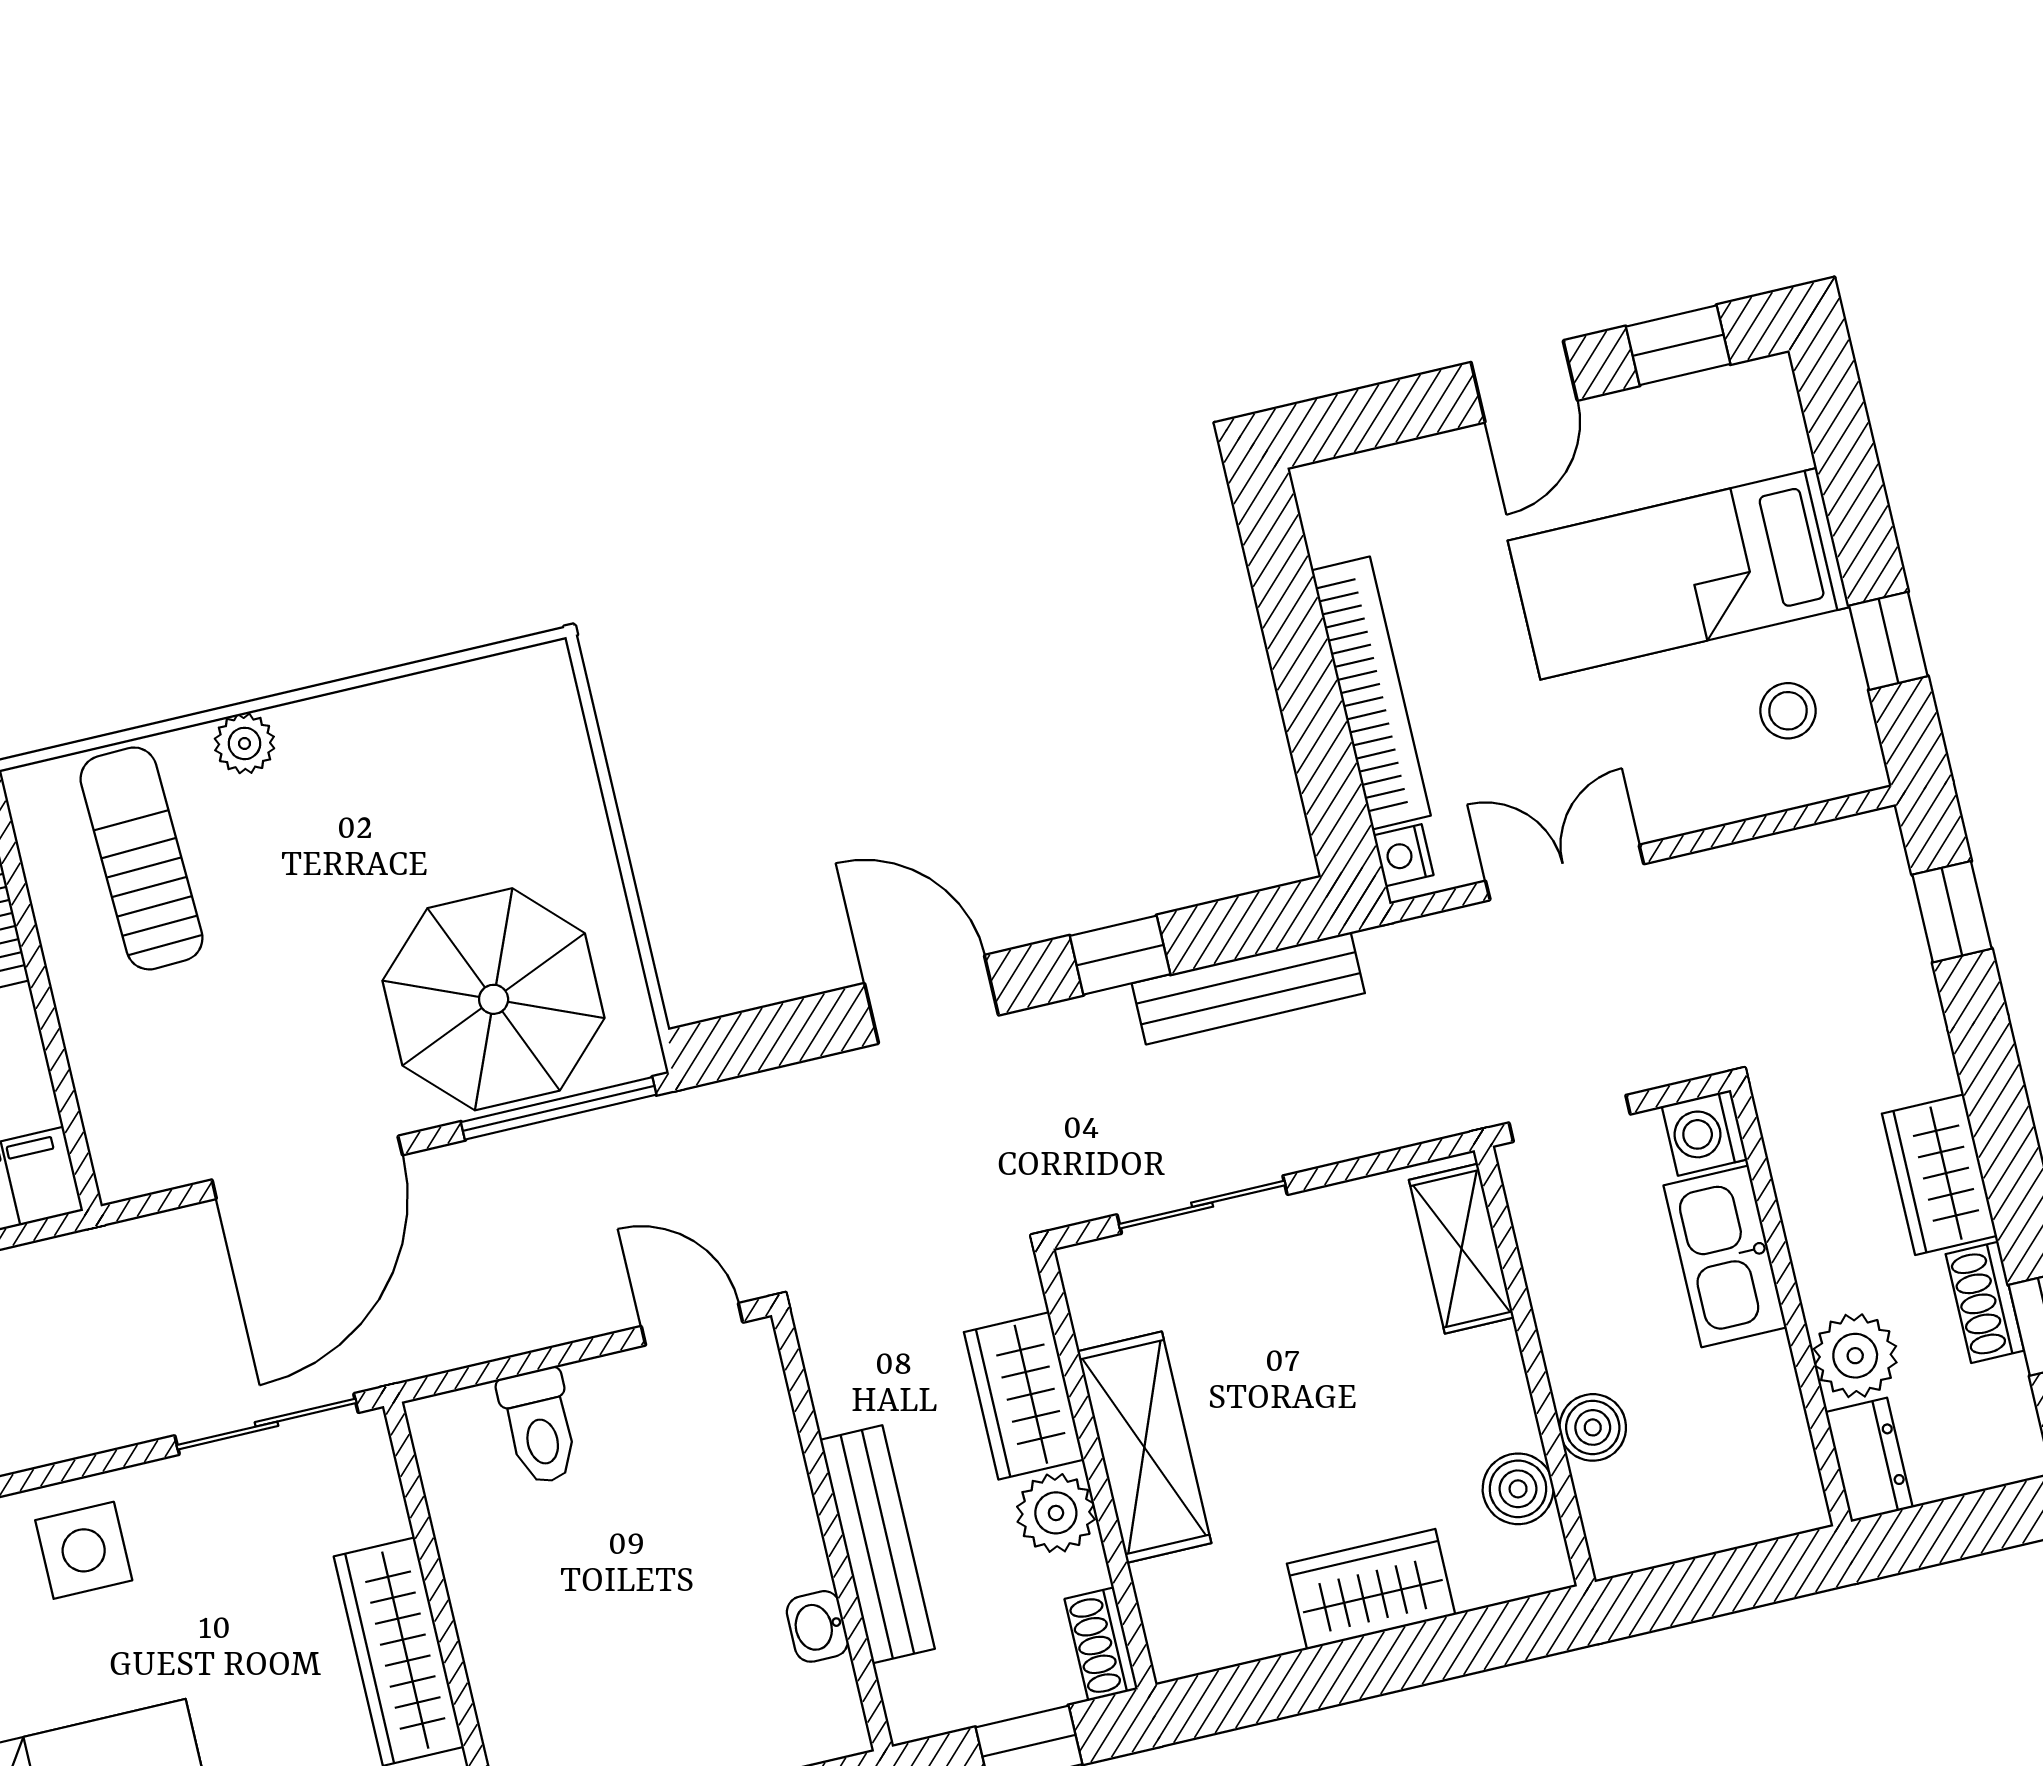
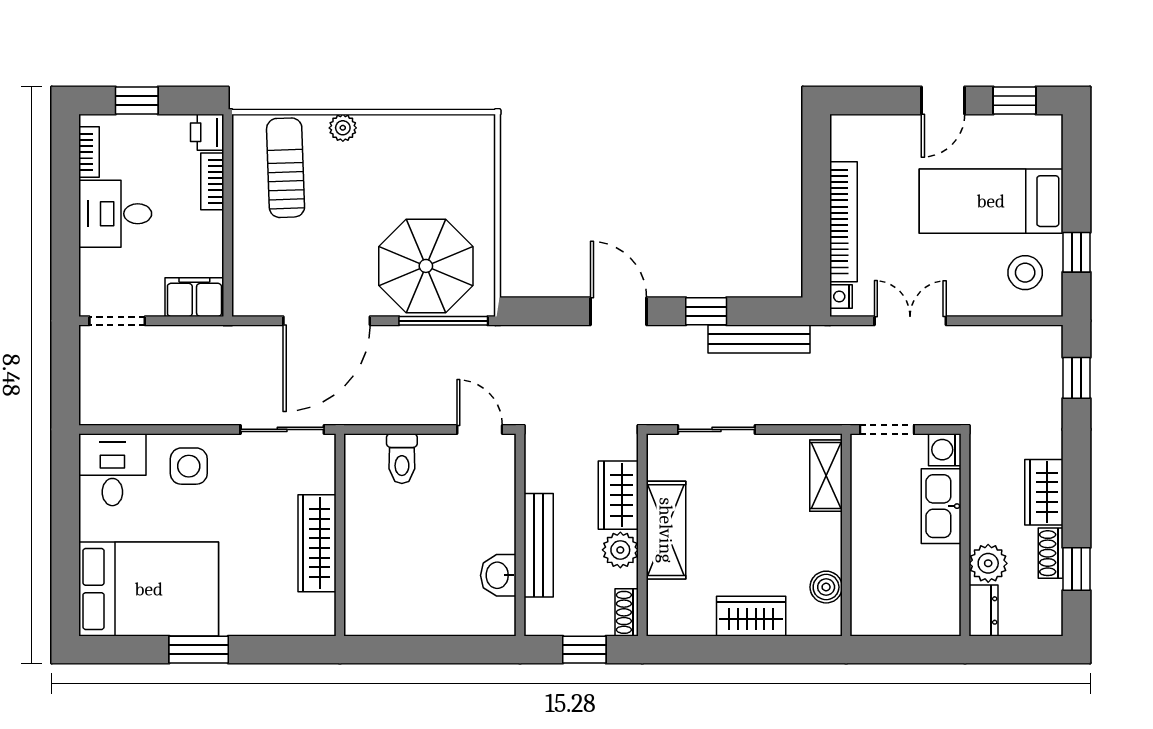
stool: (1788, 711) -> (1025, 273), width x1.37, depth x1.37
boiler: (1593, 1427) -> (865, 568), removed
washbasin: (817, 1626) -> (498, 575), width x1.38, depth x1.45

